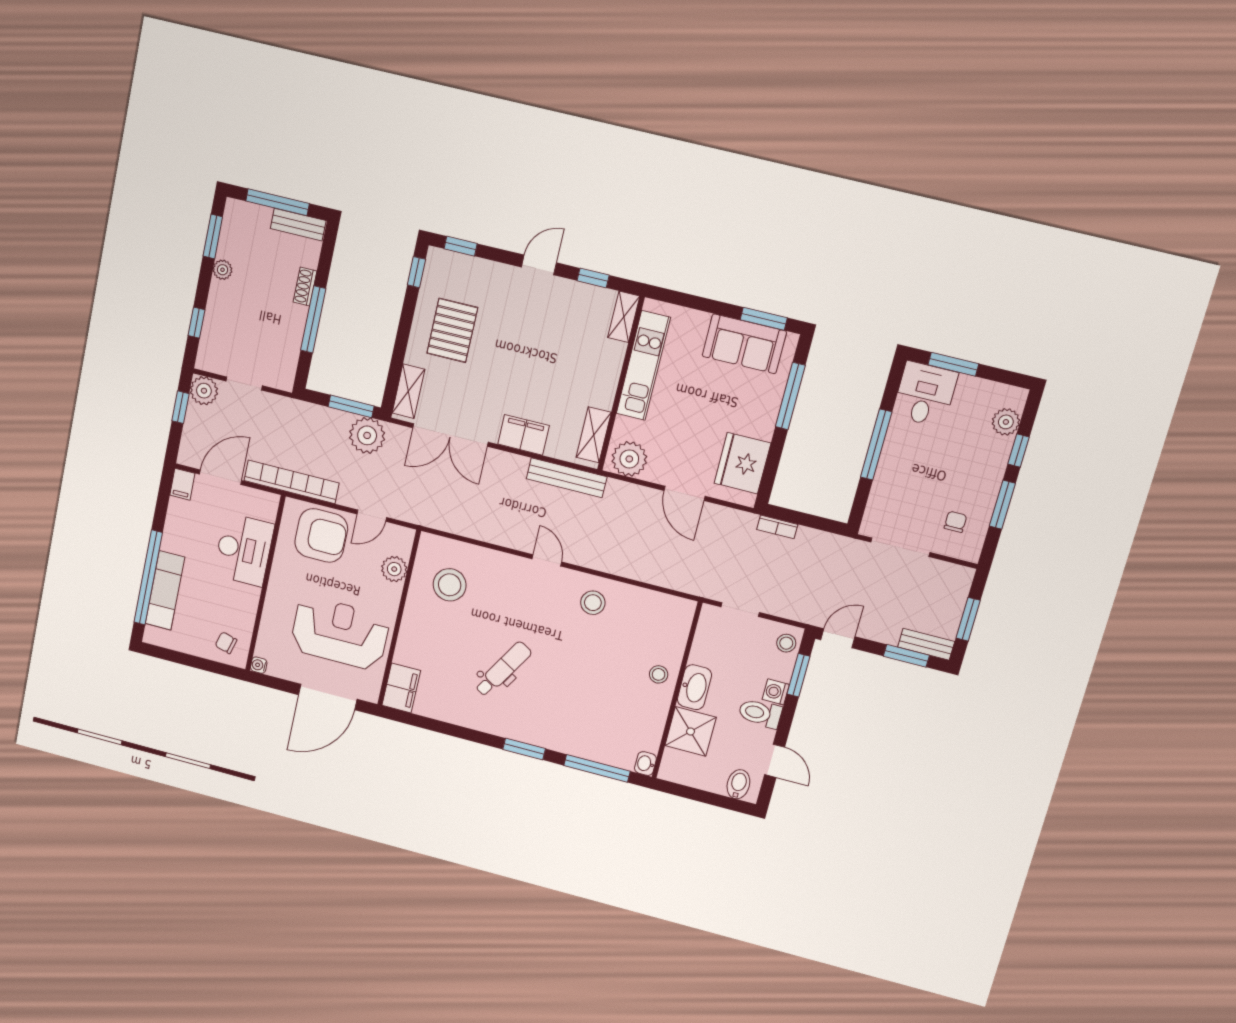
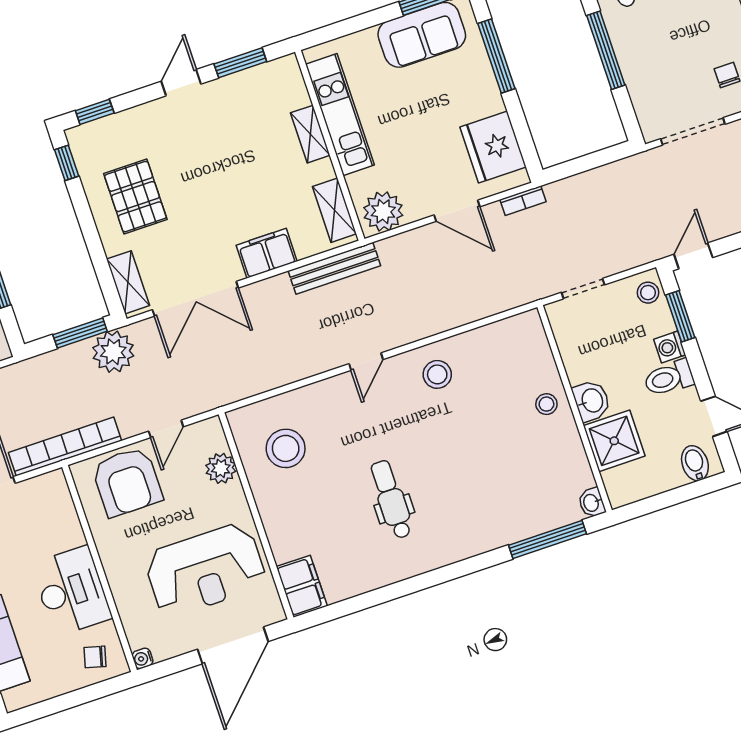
window: (593, 278) -> (240, 63), width x1.50
shelving: (624, 317) -> (310, 134), moved
bookcase: (777, 527) -> (523, 201), moved
armchair: (321, 535) -> (127, 482), turned 90
desk: (244, 550) -> (72, 591), moved
door: (547, 560) -> (366, 362), swing flipped
reception desk: (340, 633) -> (205, 570), turned 180
dental chair: (503, 669) -> (391, 499), turned -31
washbasin: (694, 687) -> (592, 401), width x0.72
window: (524, 749) -> (463, 568), removed

